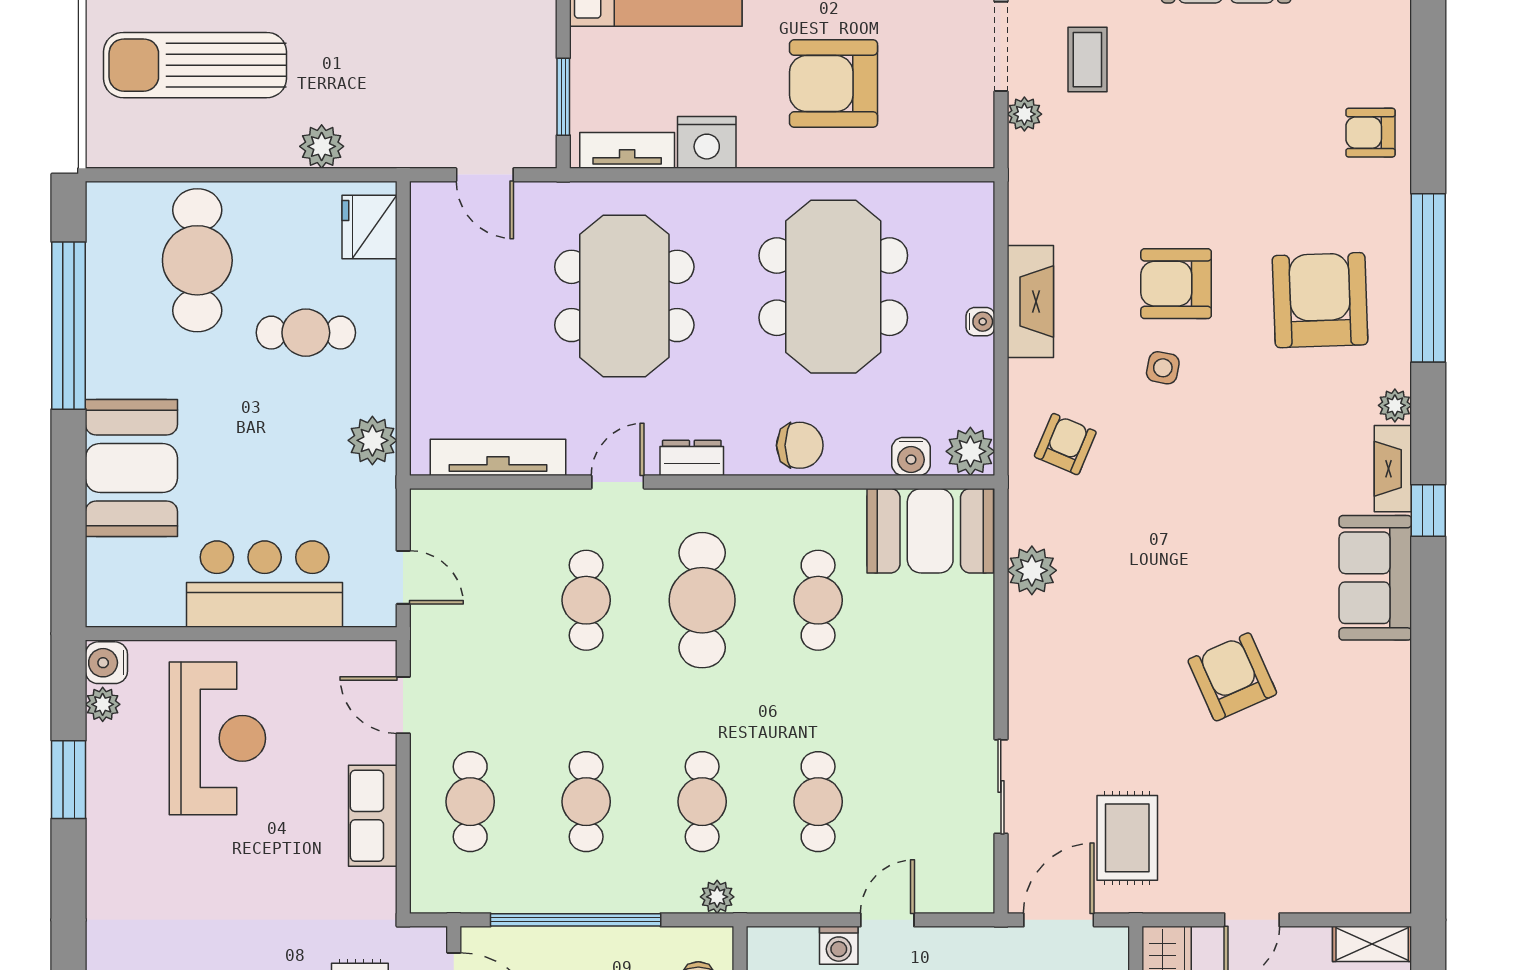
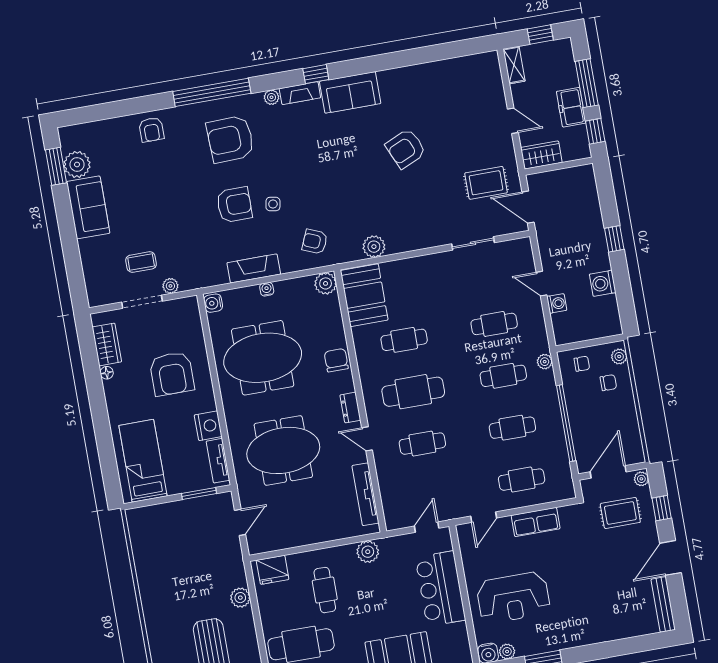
armchair: (1176, 284) -> (234, 205), turned -90
water cooler: (911, 456) -> (213, 303), moved, turned 180
reception desk: (217, 738) -> (513, 598), turned 180

